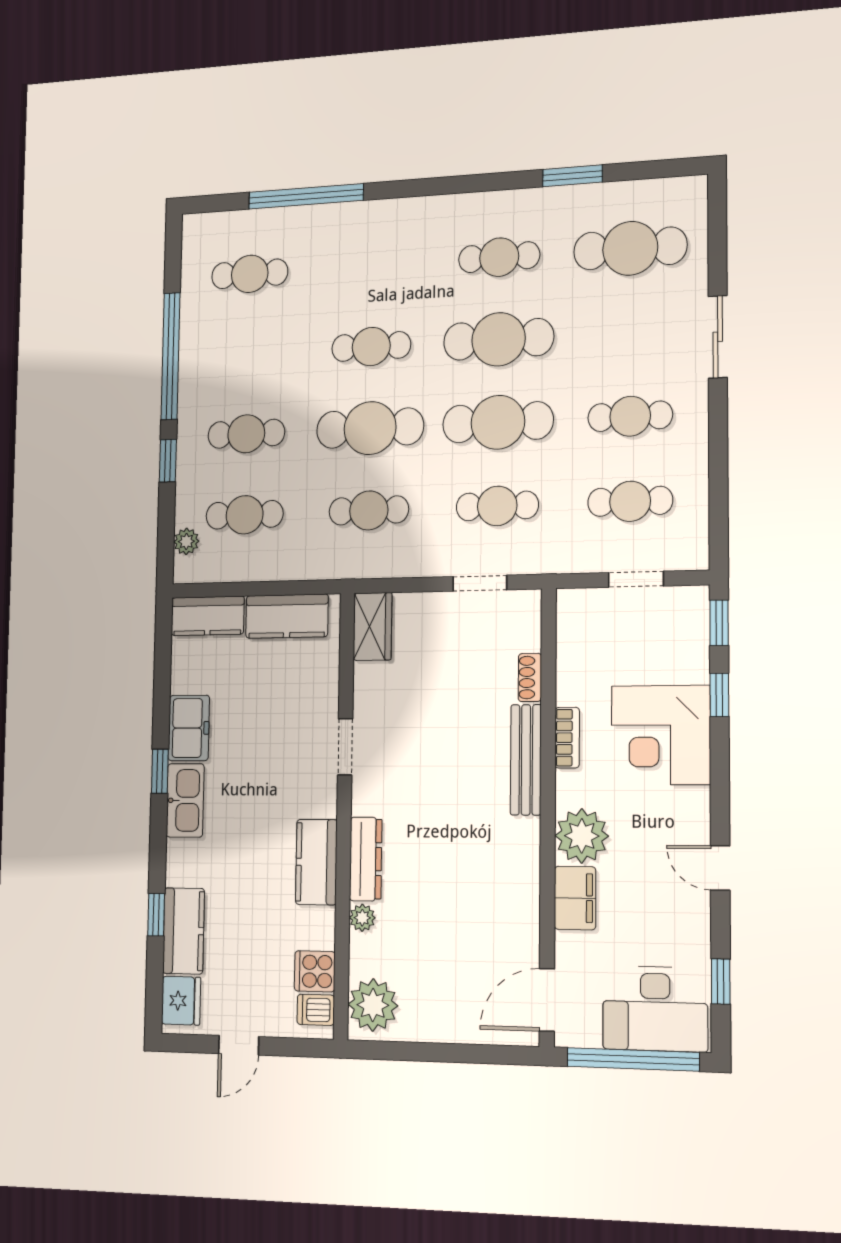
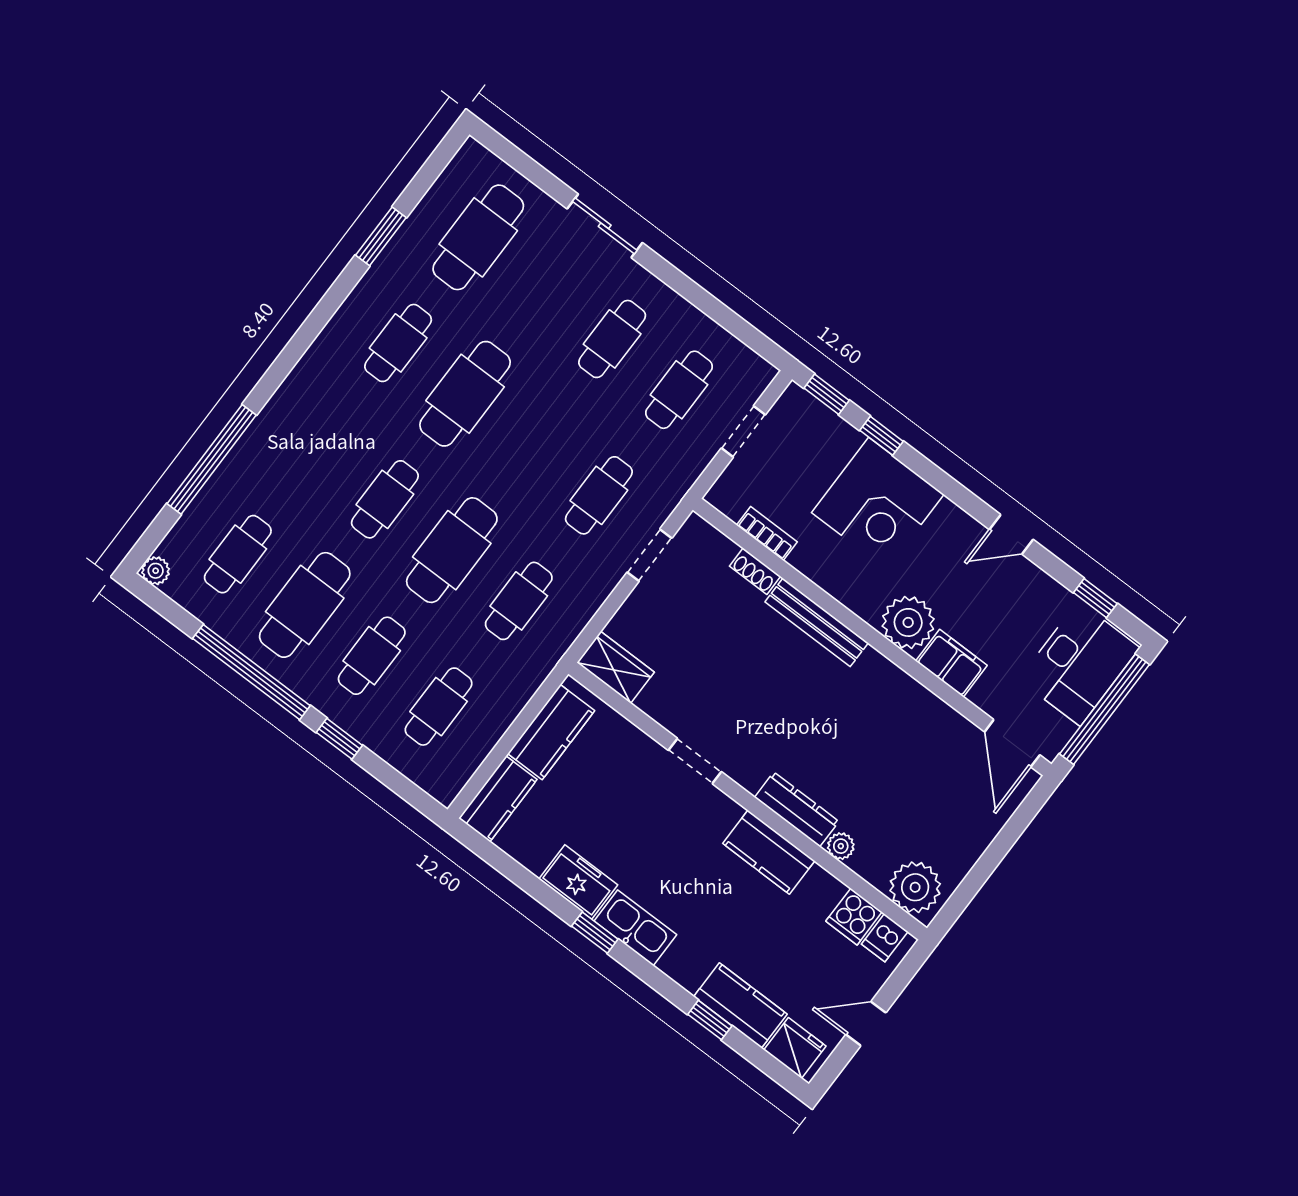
cafe table: (498, 422) -> (305, 605), moved
plant: (186, 541) -> (156, 571), moved
bookcase: (567, 738) -> (767, 534), moved
door: (239, 1045) -> (866, 1024), swing flipped

